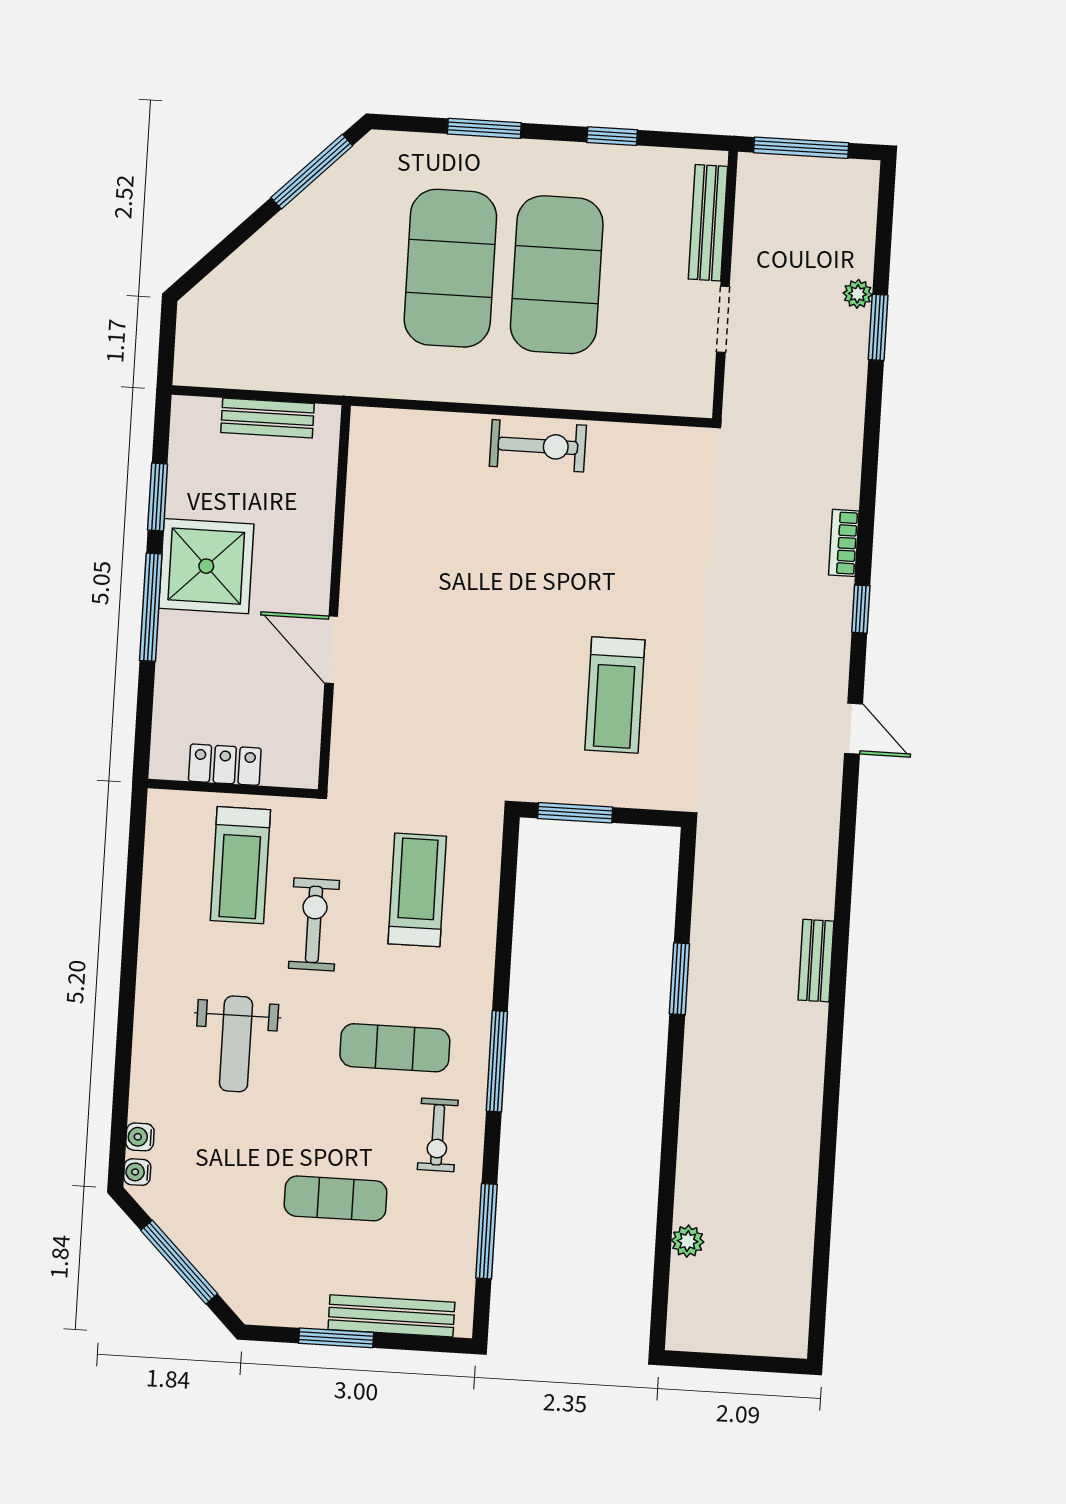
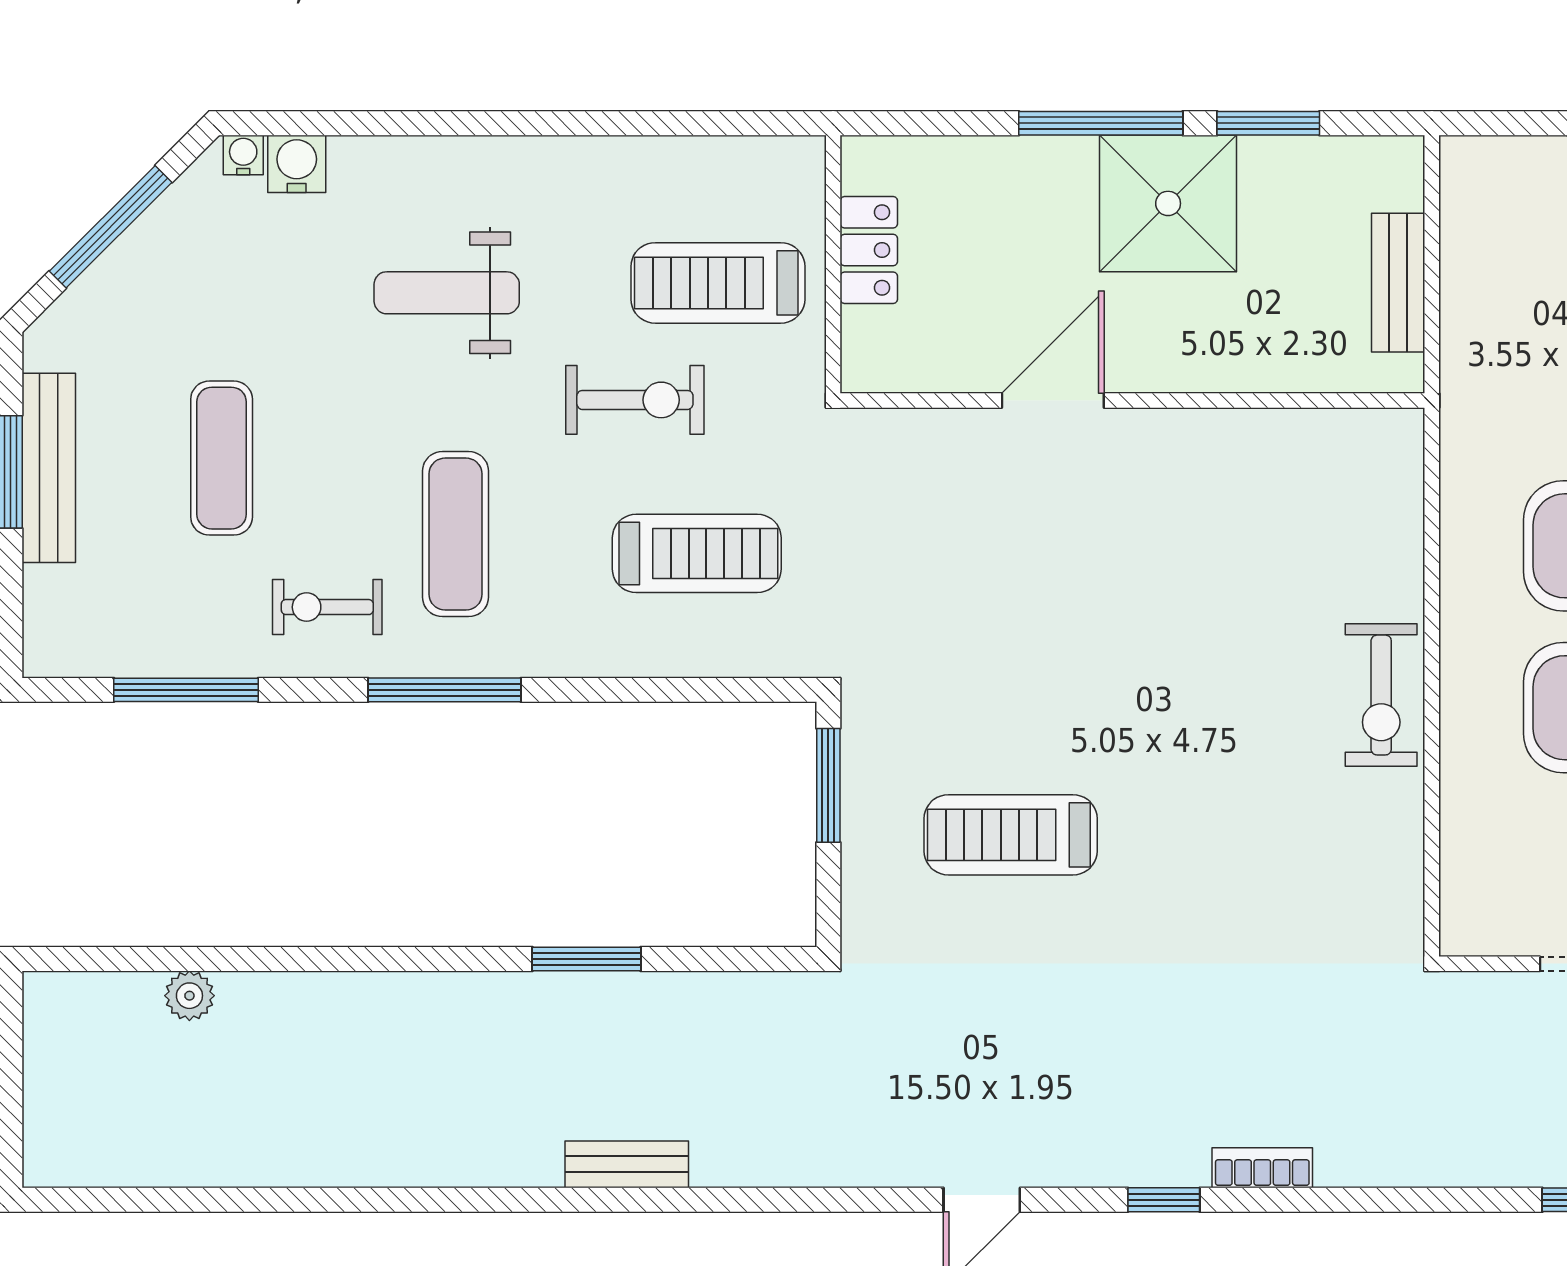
water cooler: (140, 1137) -> (297, 164), width x1.38, depth x1.38
bench: (391, 1316) -> (49, 468), moved

